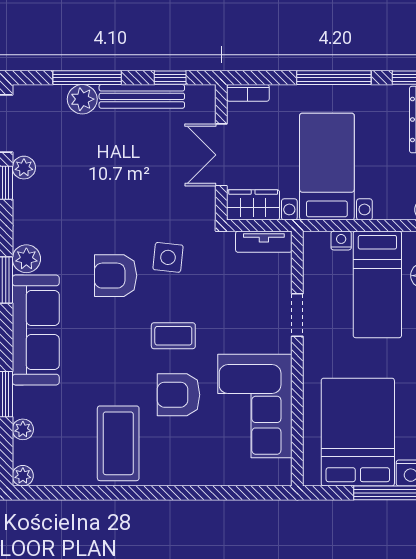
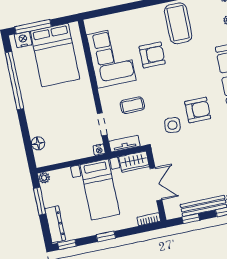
window: (334, 78) -> (106, 236), width x0.46
nightstand: (341, 241) -> (99, 150), moved
bed: (377, 284) -> (61, 134), removed
doorway: (297, 315) -> (102, 124), moved
coffee table: (173, 336) -> (132, 105), moved

